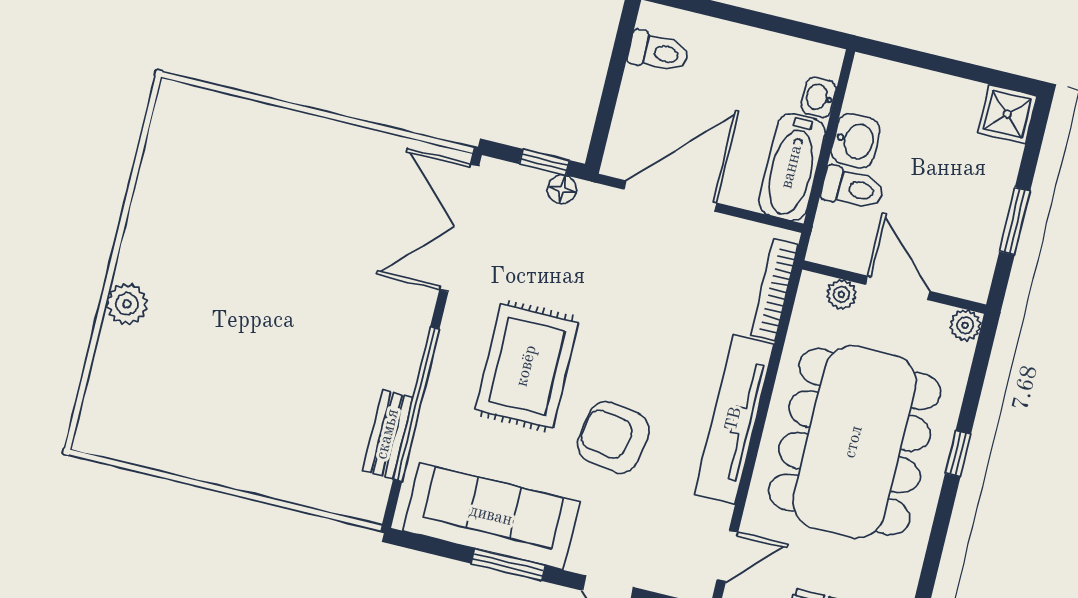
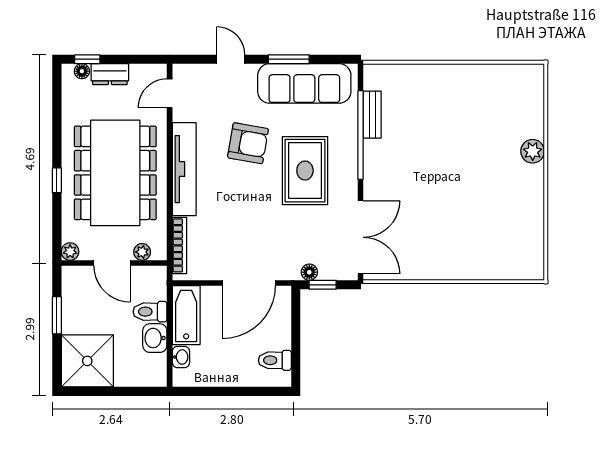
shower: (1007, 114) -> (87, 361), width x1.86, depth x1.86

